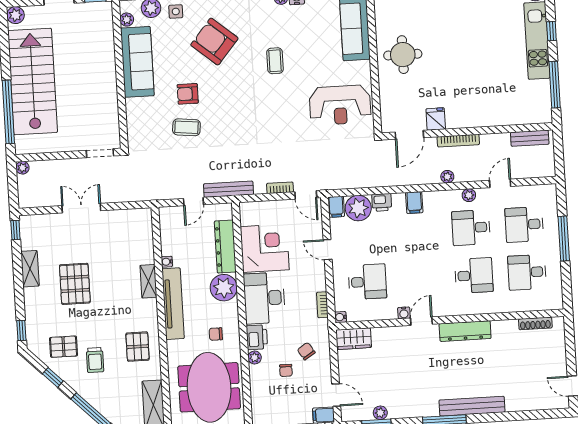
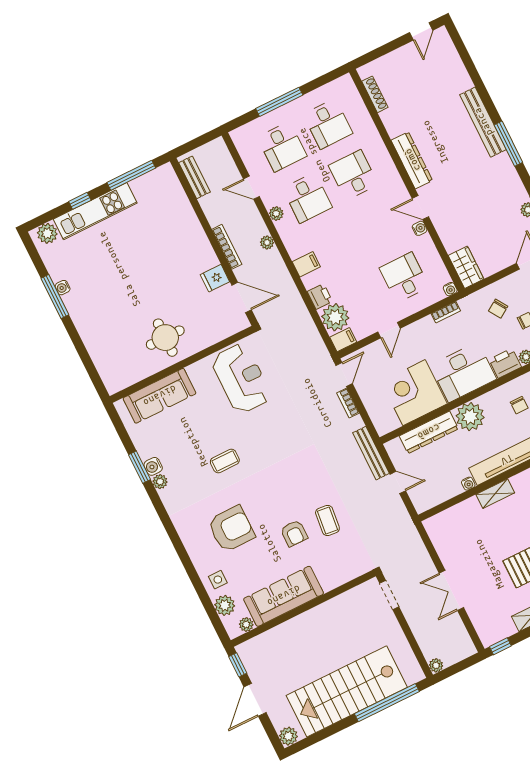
armchair: (214, 42) -> (231, 529), turned -130

